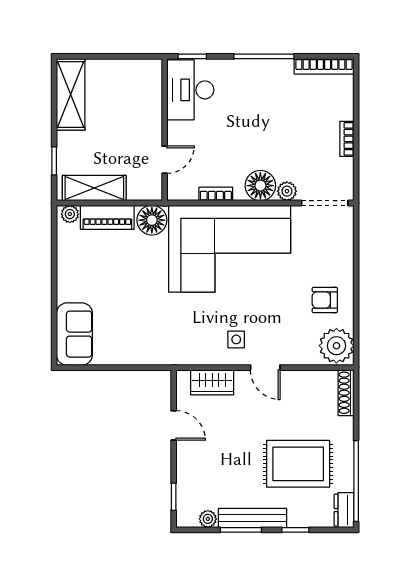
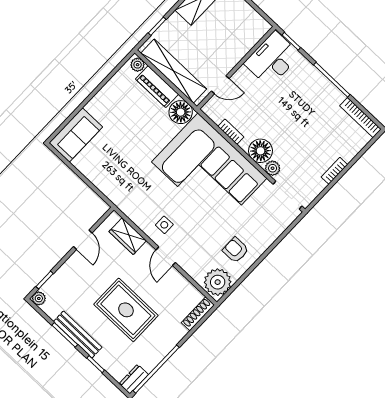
shelving: (94, 188) -> (174, 71), width x1.47
rug: (298, 464) -> (126, 310), moved
plant: (208, 519) -> (39, 298), moved

